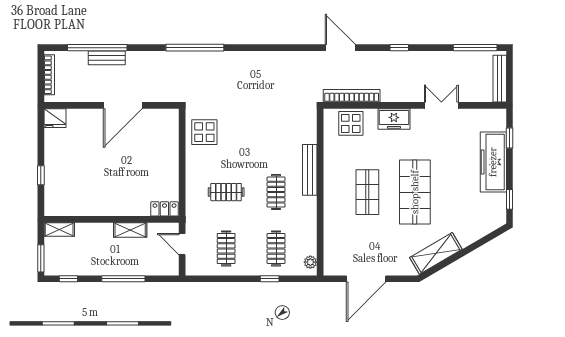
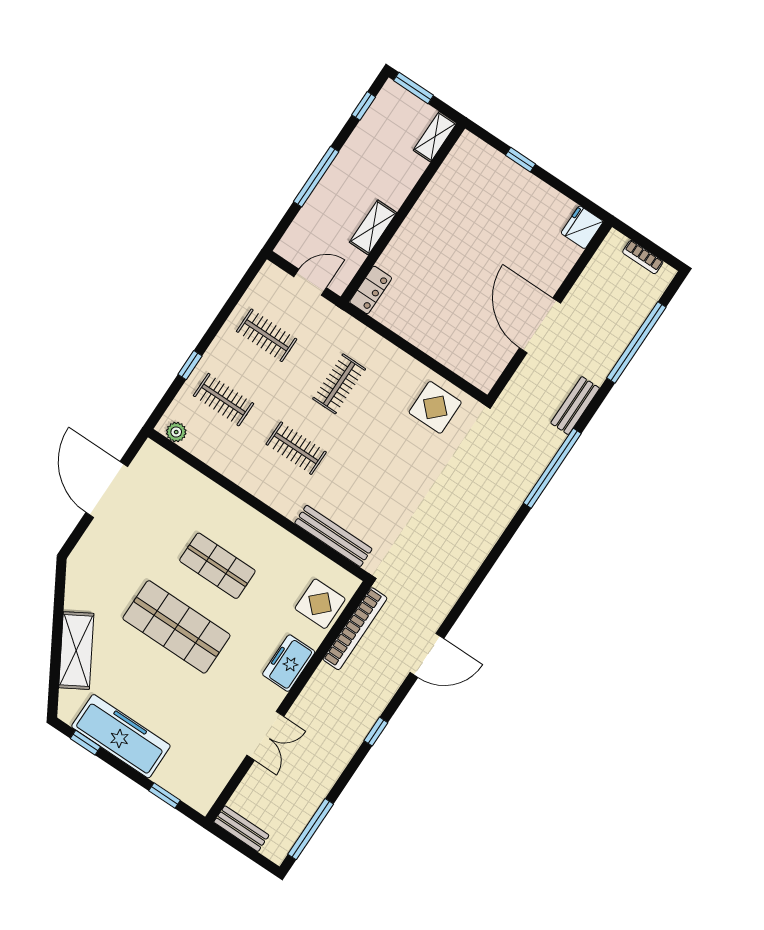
bench: (107, 58) -> (575, 406), moved
bookcase: (49, 75) -> (643, 257), width x0.64
bench: (500, 79) -> (241, 829), width x0.73
freezer: (493, 162) -> (121, 736), moved
bench: (310, 170) -> (333, 536), moved
shelving: (436, 253) -> (76, 651), moved

